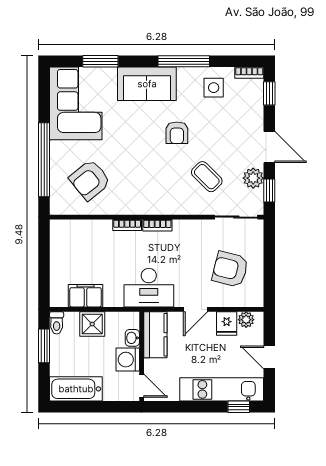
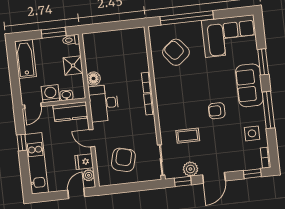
window: (100, 61) -> (263, 62), moved
coffee table: (207, 177) -> (188, 136), turned 45
filing cabinet: (86, 296) -> (93, 58), removed
floor lamp: (113, 298) -> (93, 78), added
door: (269, 357) -> (76, 193), moved
window: (239, 407) -> (22, 143), moved

